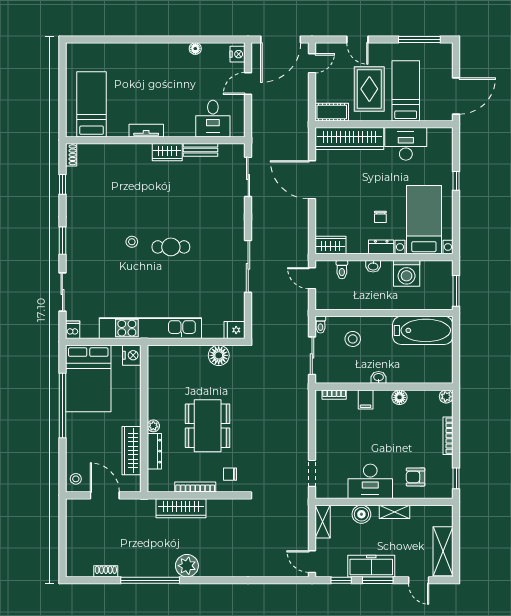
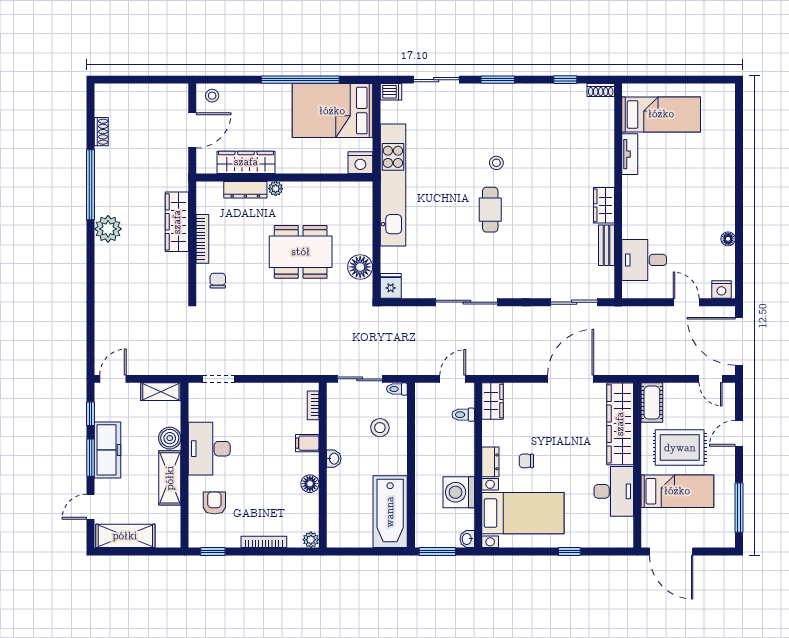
tv unit: (146, 131) -> (630, 154), moved
washbasin: (373, 266) -> (467, 539), moved
dining table: (208, 426) -> (301, 252), moved
shelving: (395, 512) -> (170, 478), width x1.50, depth x1.33

